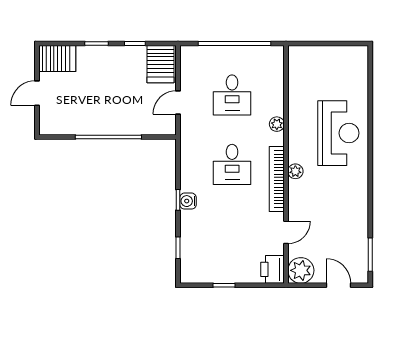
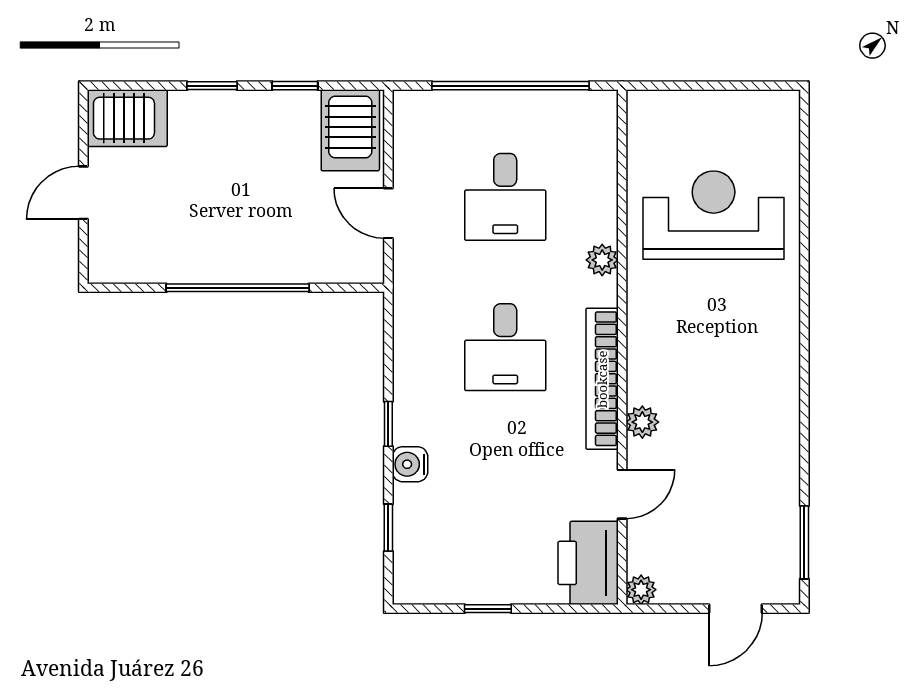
door: (178, 102) -> (388, 213), hinge flipped
reception desk: (338, 133) -> (714, 215), moved, turned -90
plant: (295, 171) -> (642, 422), moved
water cooler: (188, 201) -> (410, 464), moved
printer: (273, 269) -> (588, 563), width x1.37, depth x1.19
plant: (301, 270) -> (641, 590), width x0.53, depth x0.53
door: (338, 285) -> (736, 609), swing flipped

